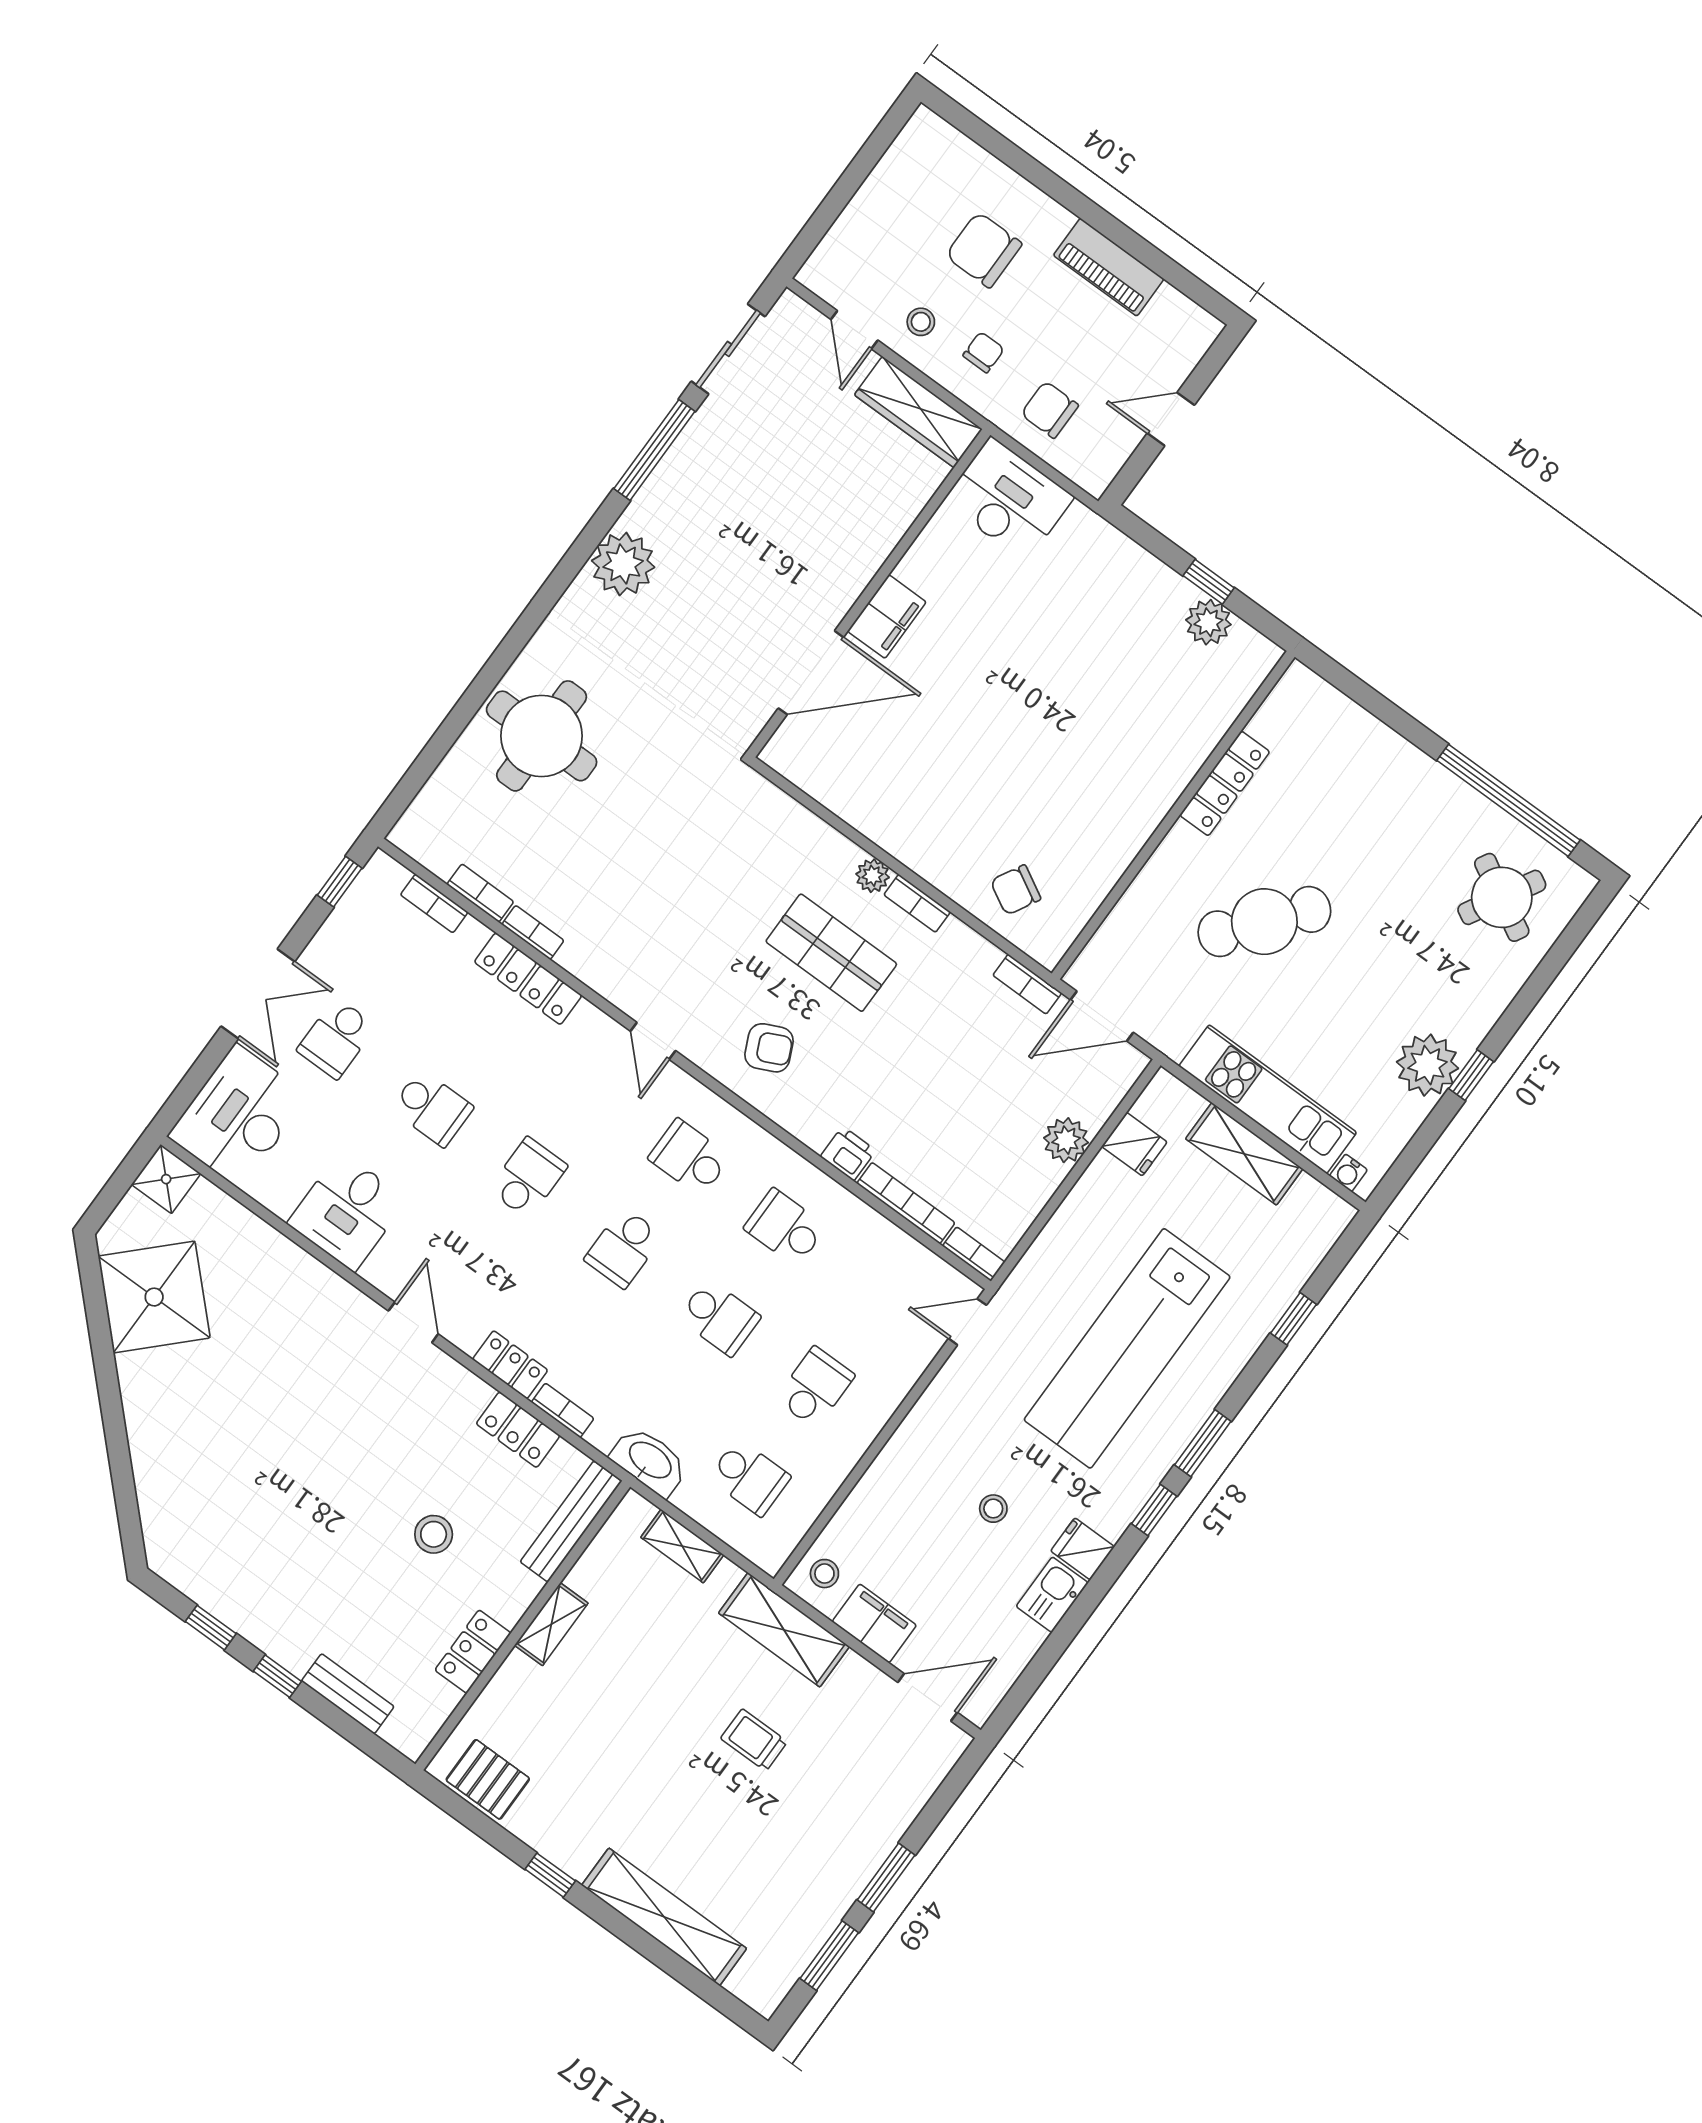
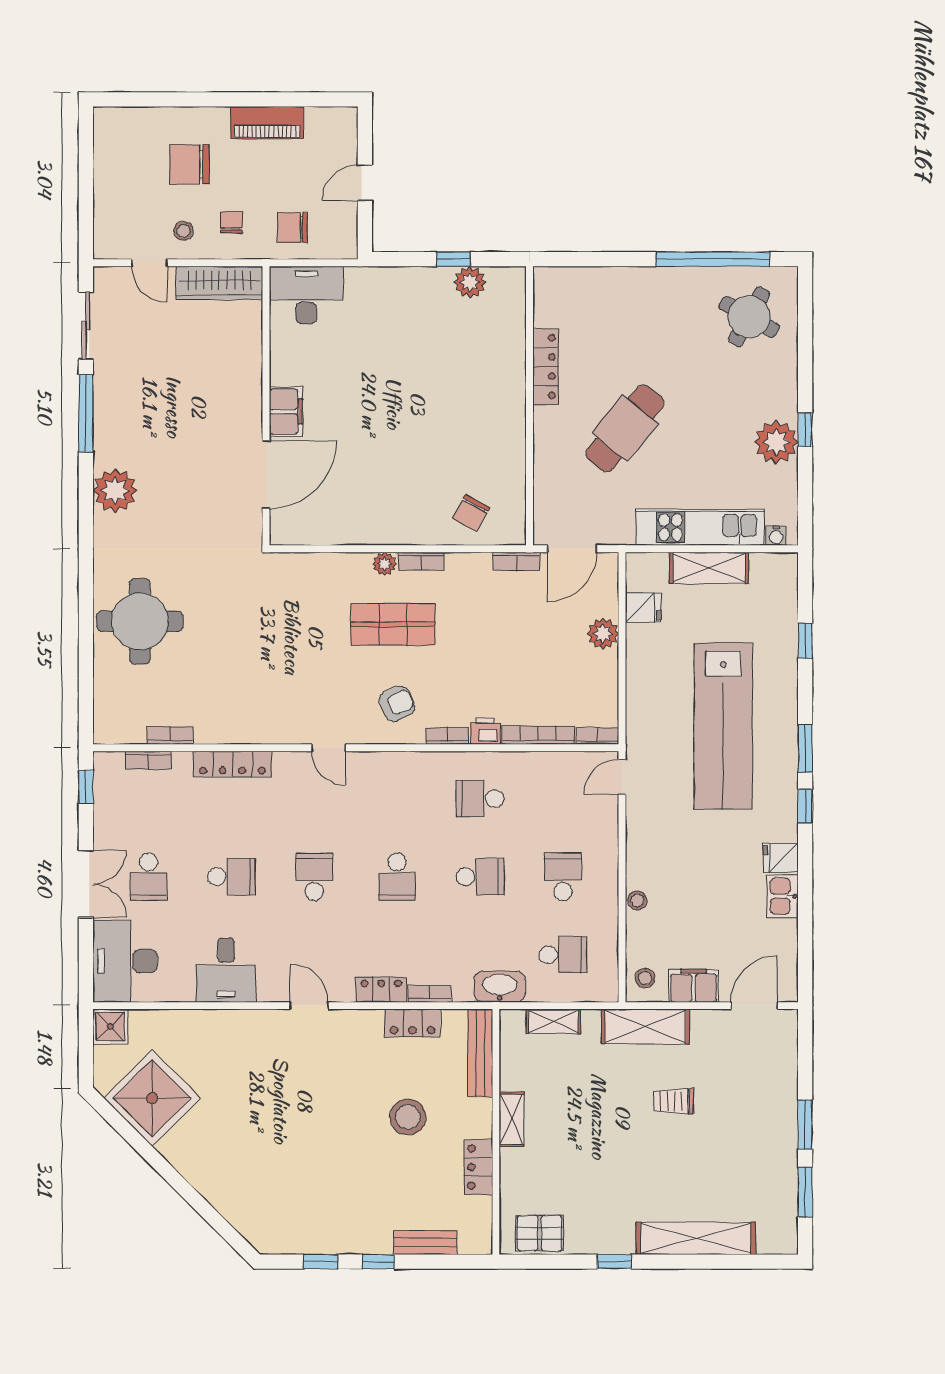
bookcase: (533, 932) -> (447, 736), moved
school desk: (689, 1158) -> (397, 799), removed
stool: (993, 1509) -> (637, 900), moved
stool: (434, 1534) -> (408, 1117), width x1.38, depth x1.38

